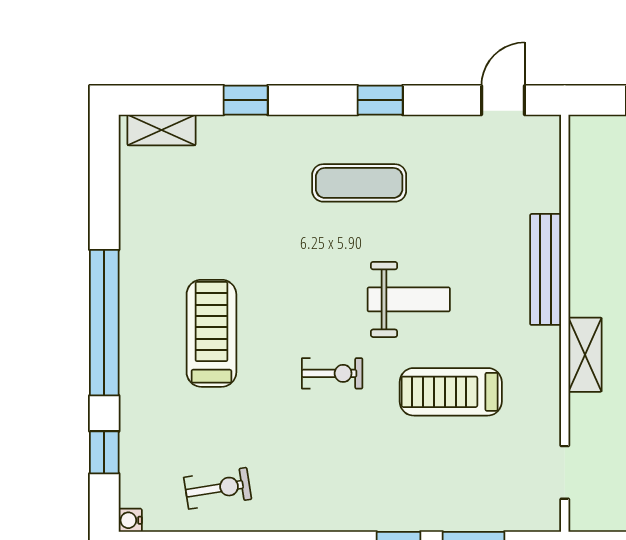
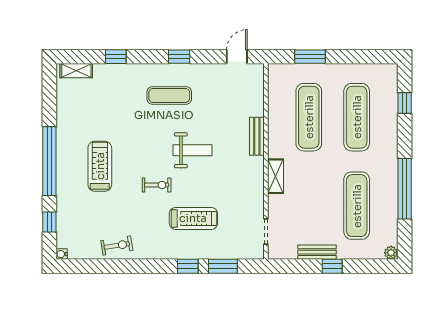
bench: (546, 269) -> (257, 136), width x0.73
treadmill: (451, 392) -> (193, 218), moved, turned 180
exercise bike: (218, 488) -> (117, 246), moved

